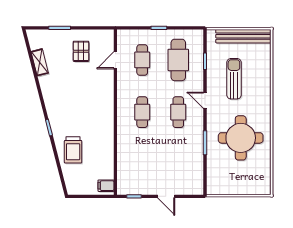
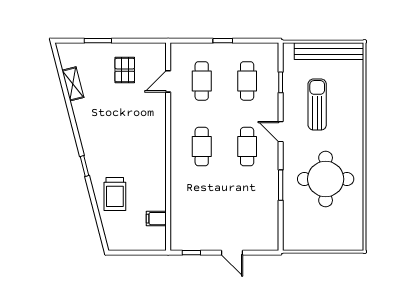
cafe table: (178, 60) -> (247, 81), width x0.73, depth x0.74
filing cabinet: (106, 186) -> (156, 219), moved

